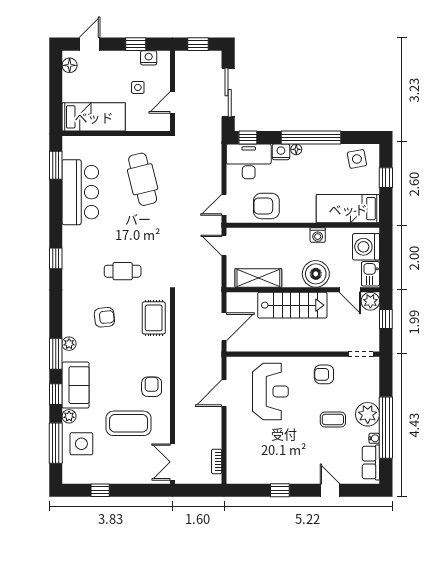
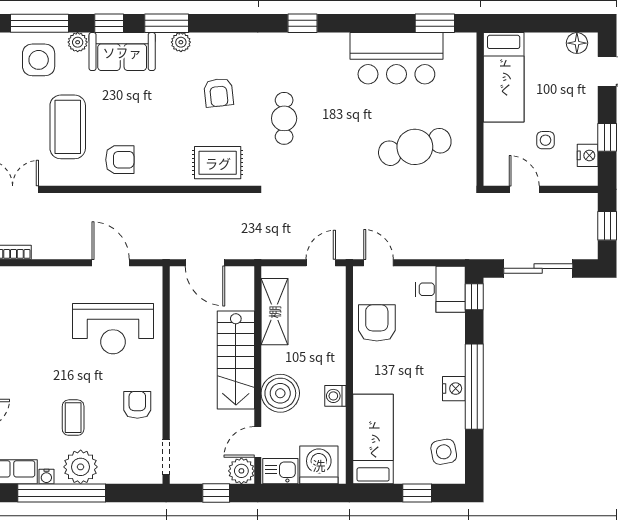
floor lamp: (296, 149) -> (457, 365), removed
nightstand: (281, 152) -> (454, 389), moved
desk: (249, 161) -> (440, 289), width x0.73

